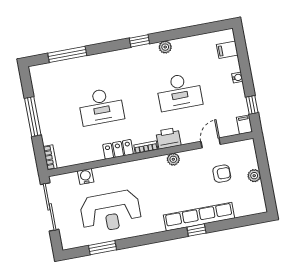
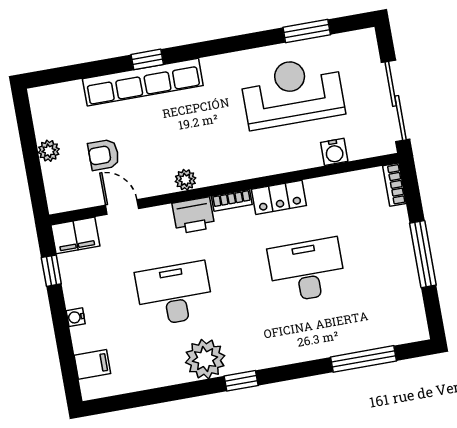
plant: (165, 47) -> (205, 359), width x1.88, depth x1.88
filing cabinet: (244, 125) -> (75, 235), width x2.00
door: (211, 143) -> (122, 207), swing flipped

